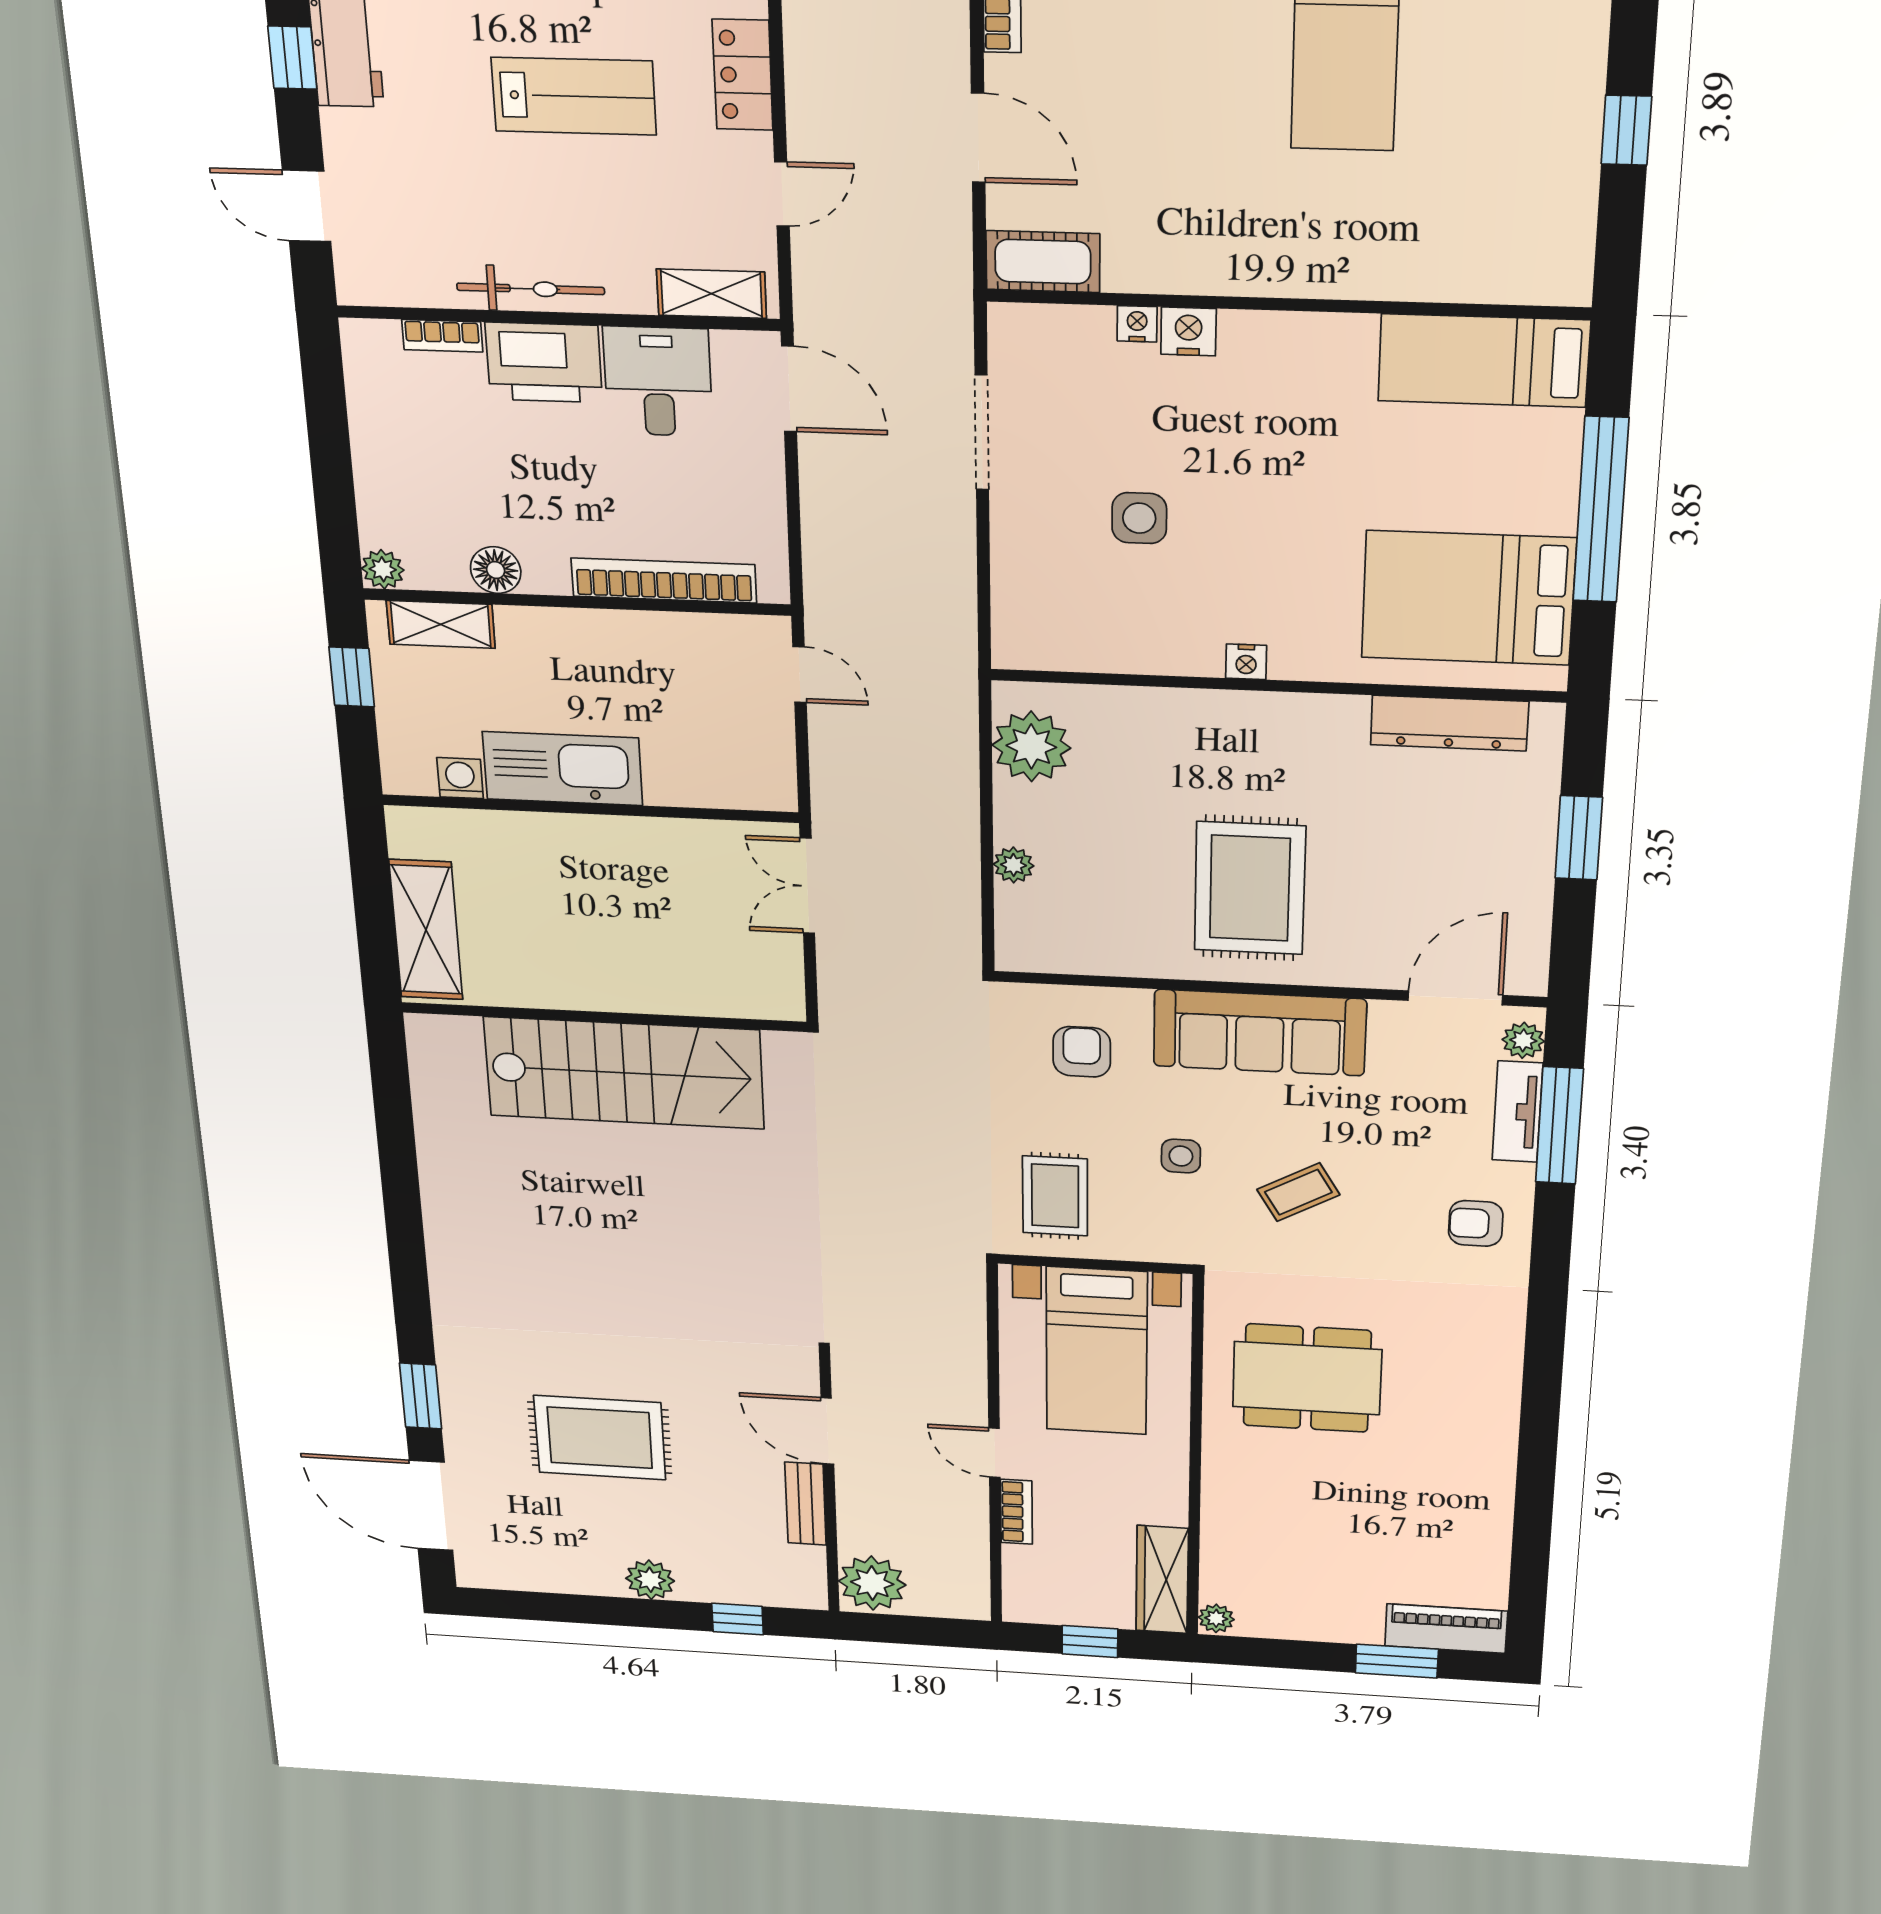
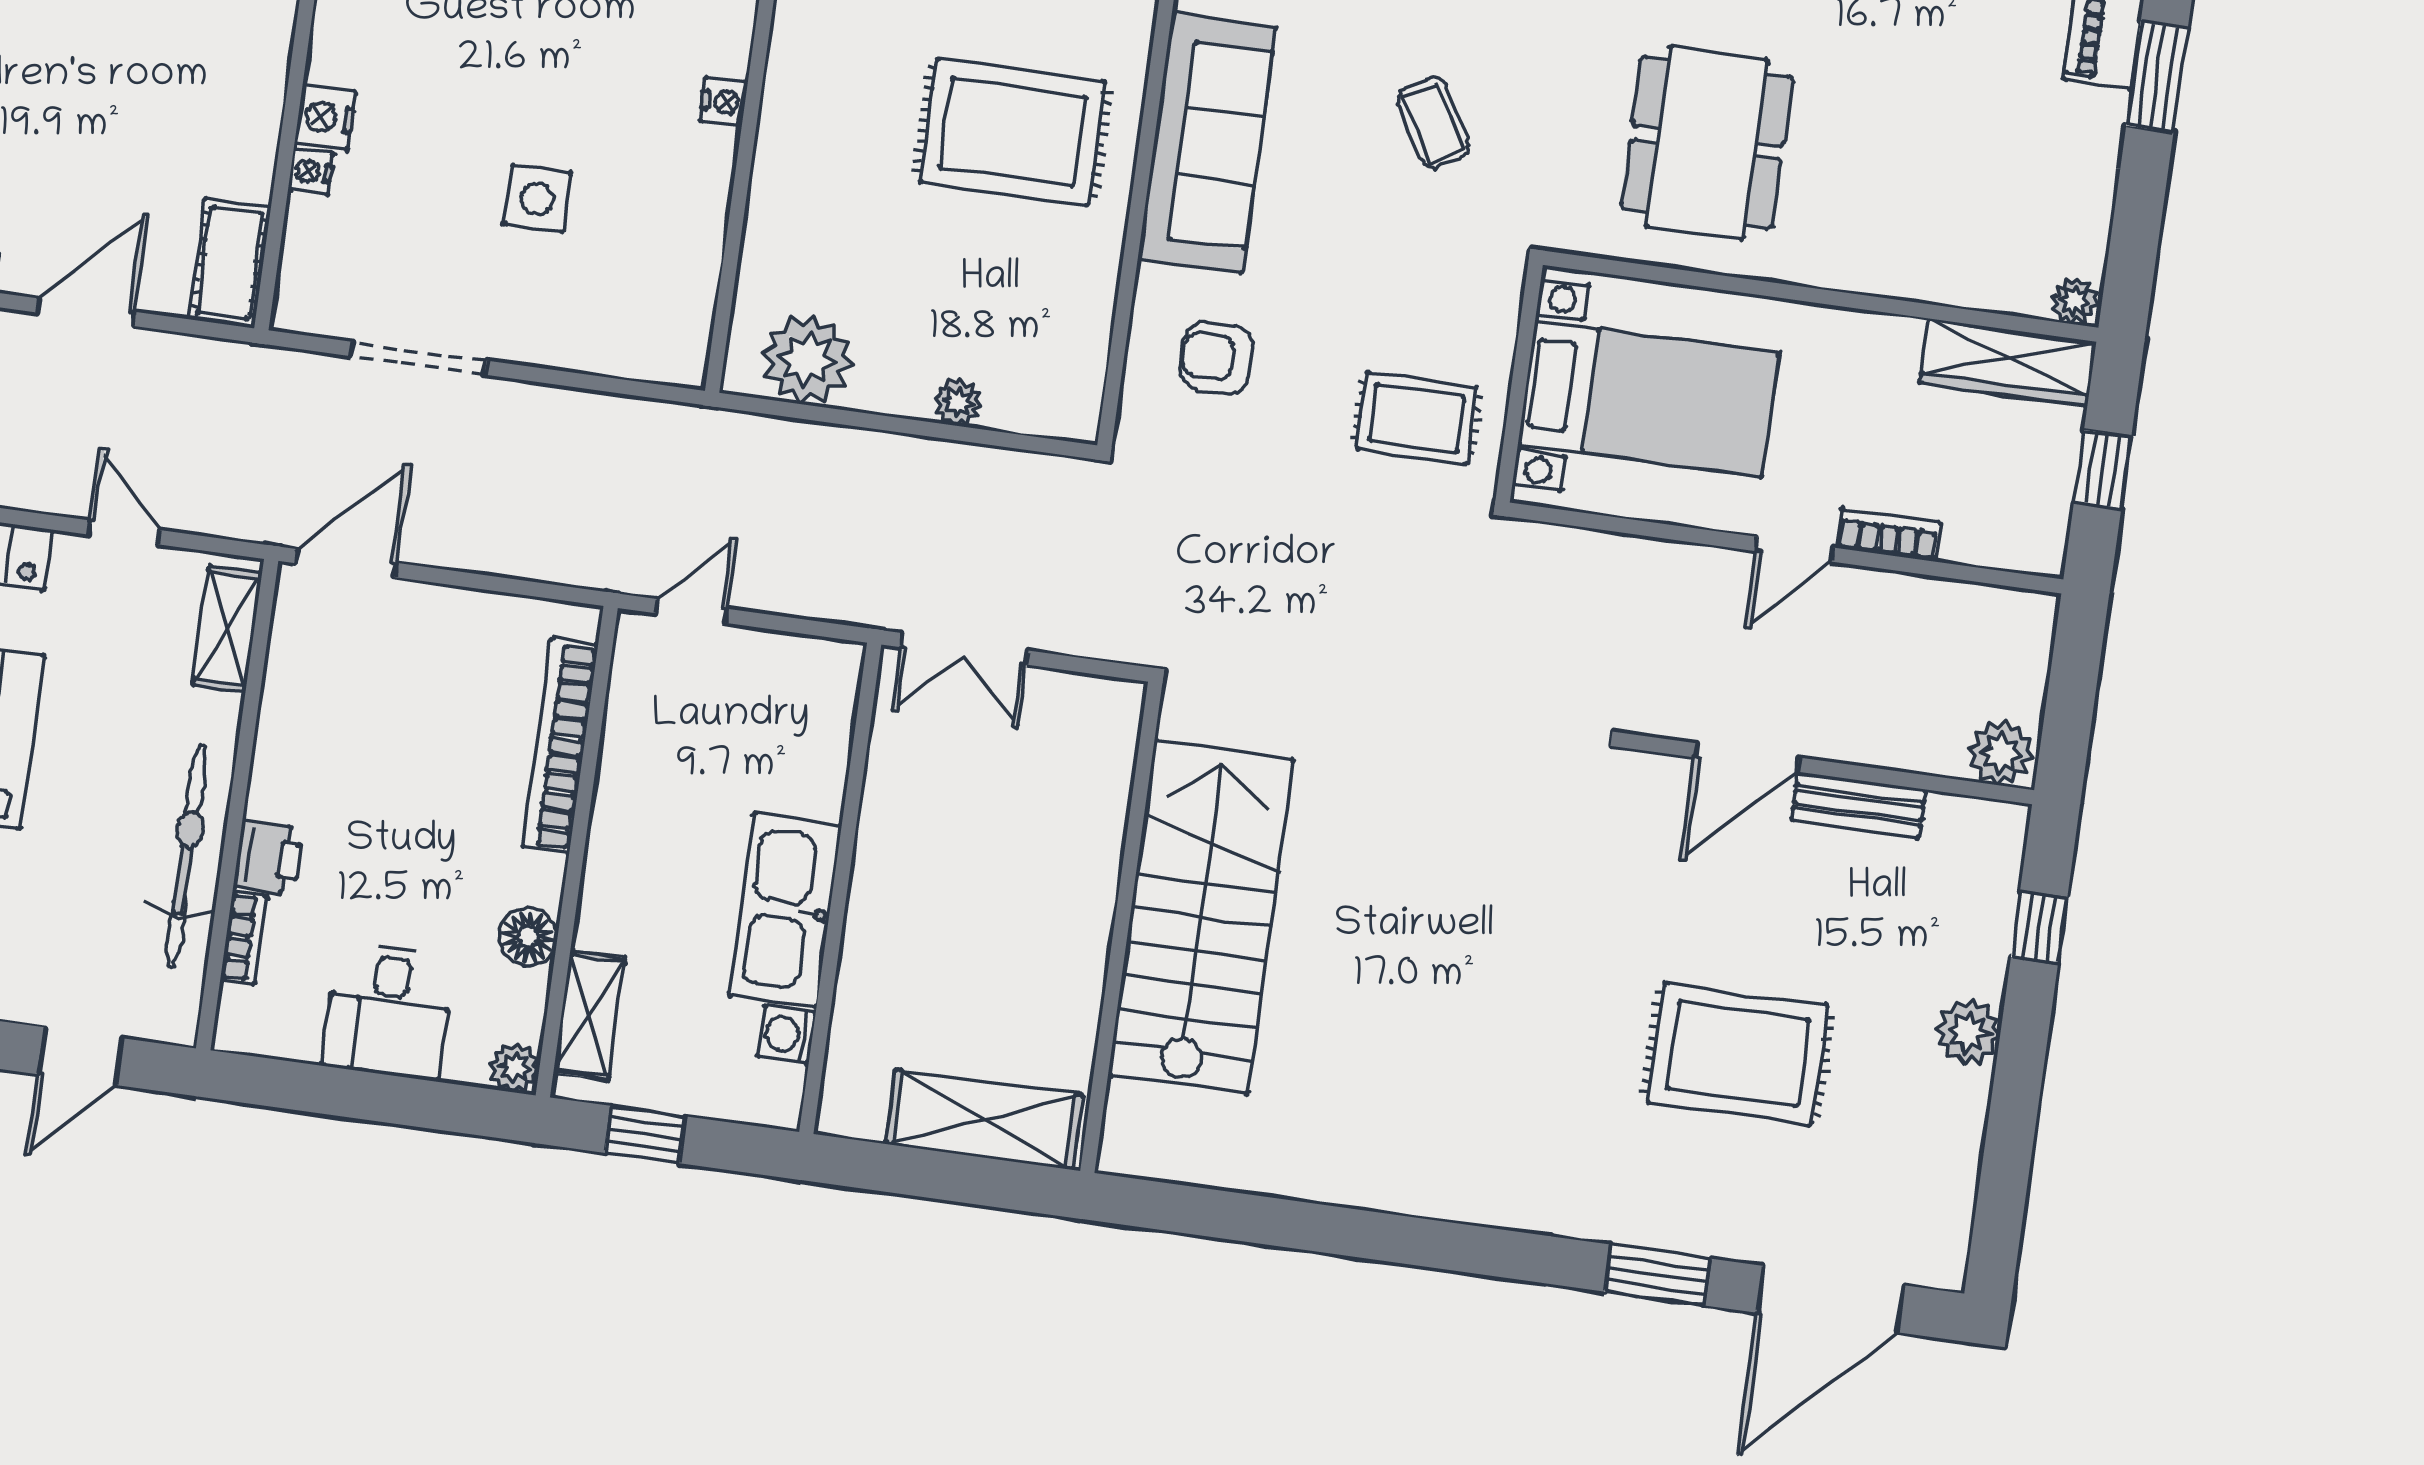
bicycle: (531, 289) -> (186, 856), width x1.37, depth x1.40
printer: (544, 362) -> (268, 858), width x0.53, depth x0.68
desk: (658, 381) -> (388, 1011), moved, turned -90
side table: (1181, 1156) -> (1371, 258), removed
rug: (600, 1438) -> (1738, 1054), turned 90
plant: (872, 1583) -> (2001, 753), width x0.73, depth x0.73

